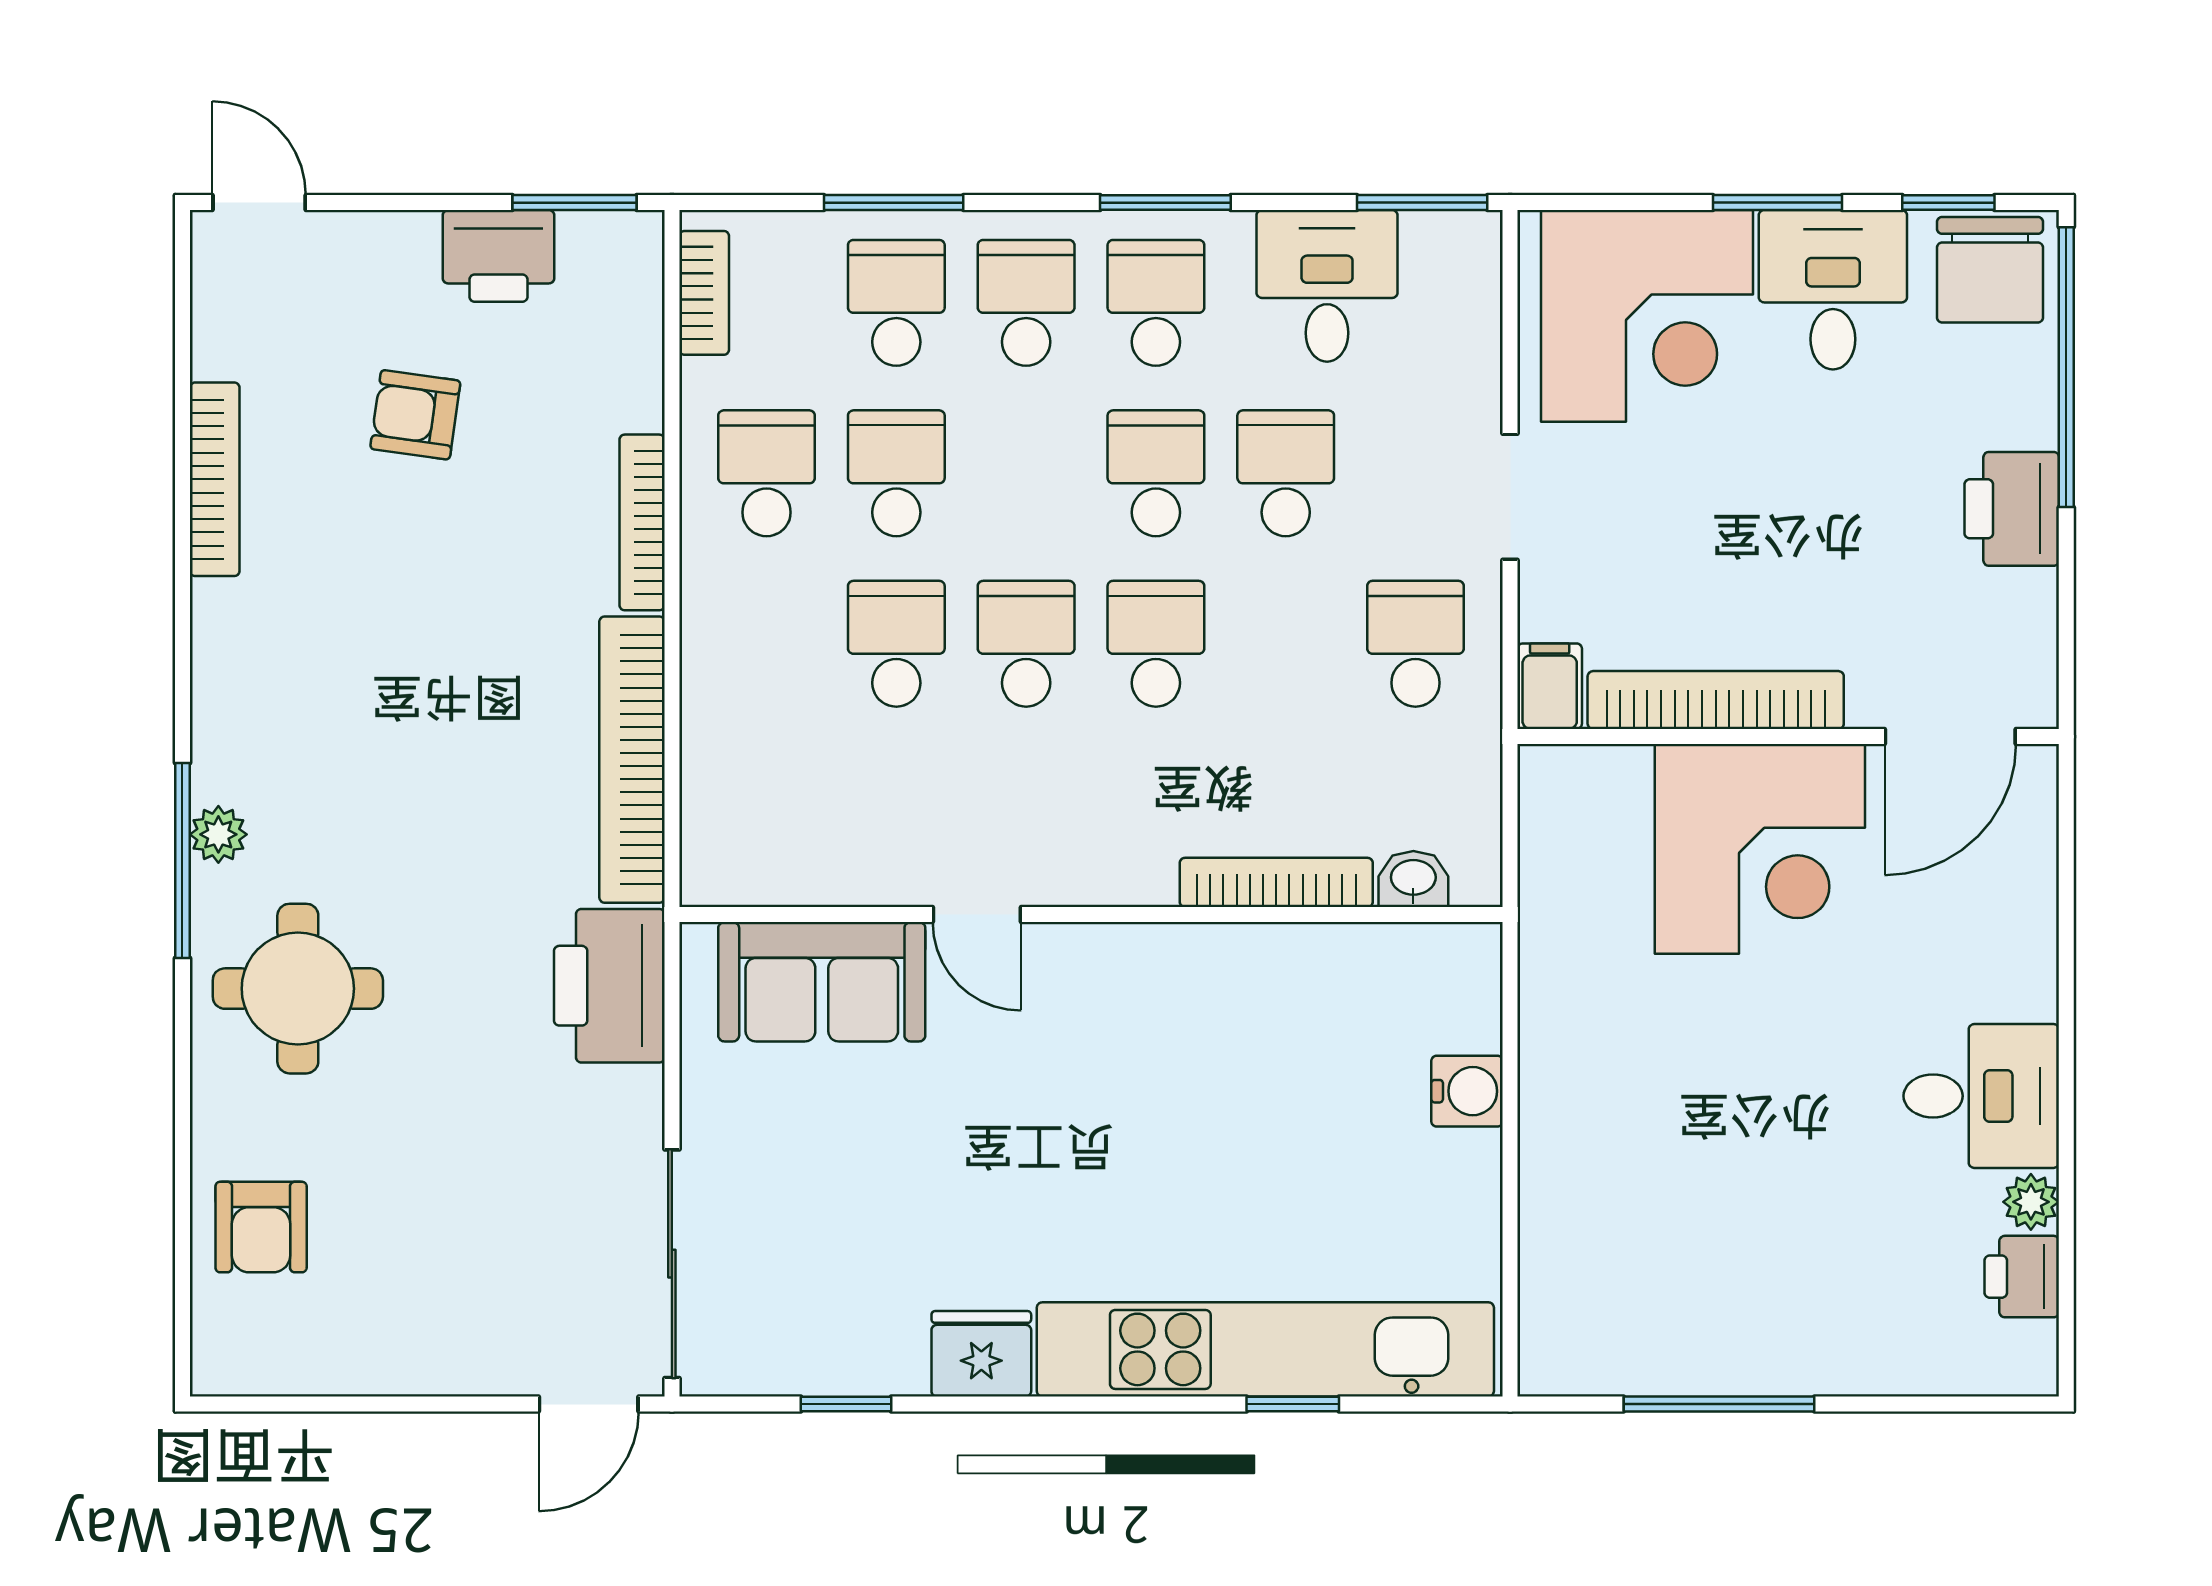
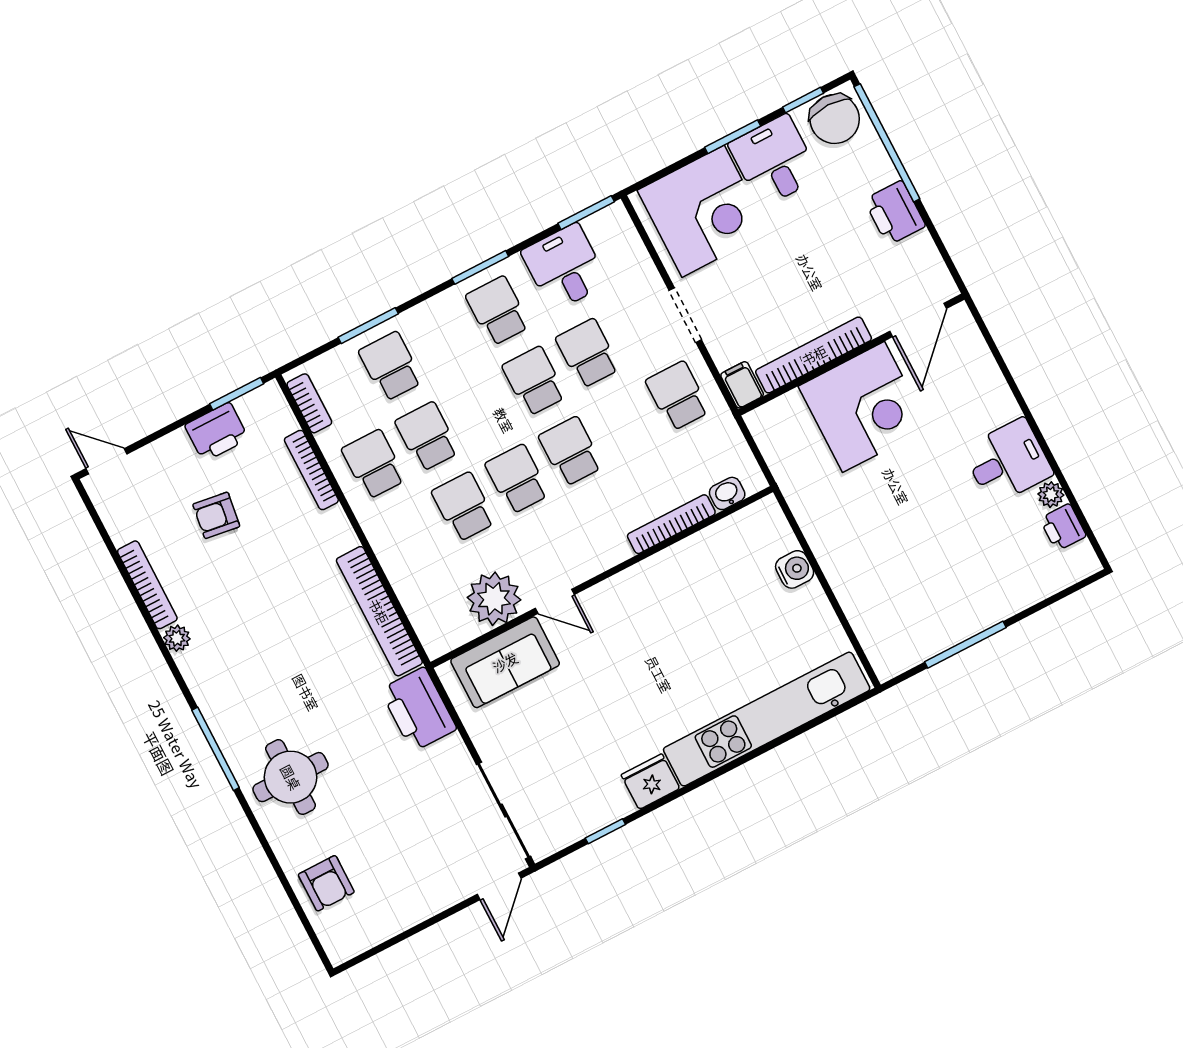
school desk: (1026, 303) -> (444, 339), removed
bookcase: (642, 522) -> (311, 470), moved
plant: (218, 834) -> (177, 638), moved
plant: (863, 849) -> (494, 599), added
window: (1293, 1404) -> (790, 736), removed

